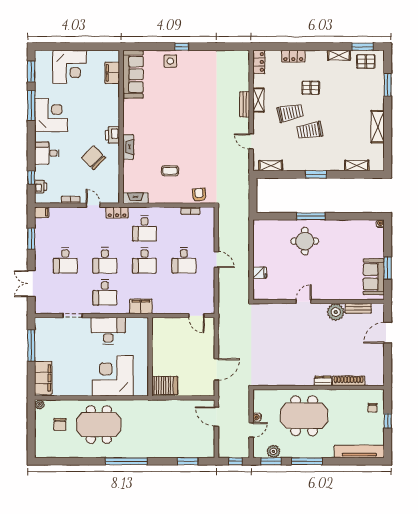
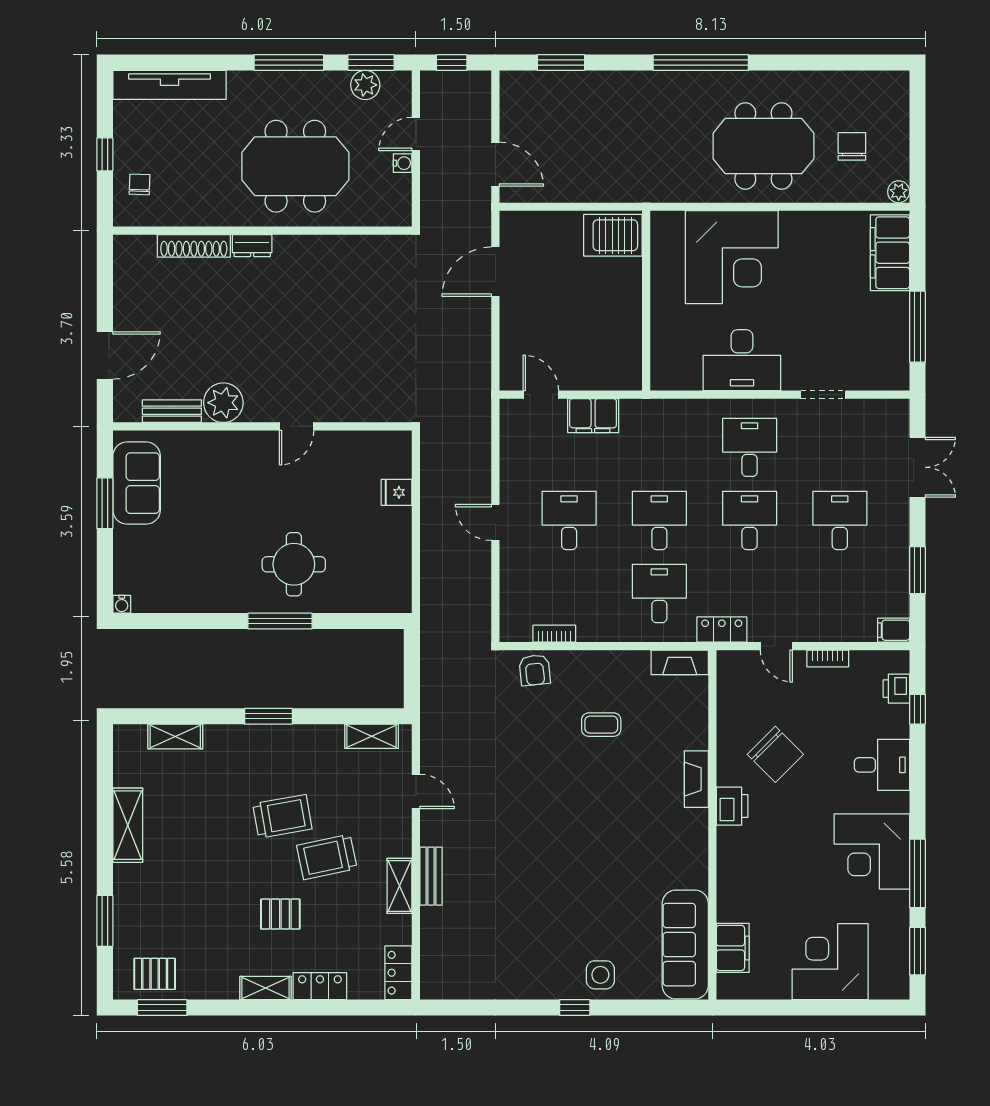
shelving: (339, 55) -> (265, 988), moved
filing cabinet: (141, 306) -> (593, 416), moved

